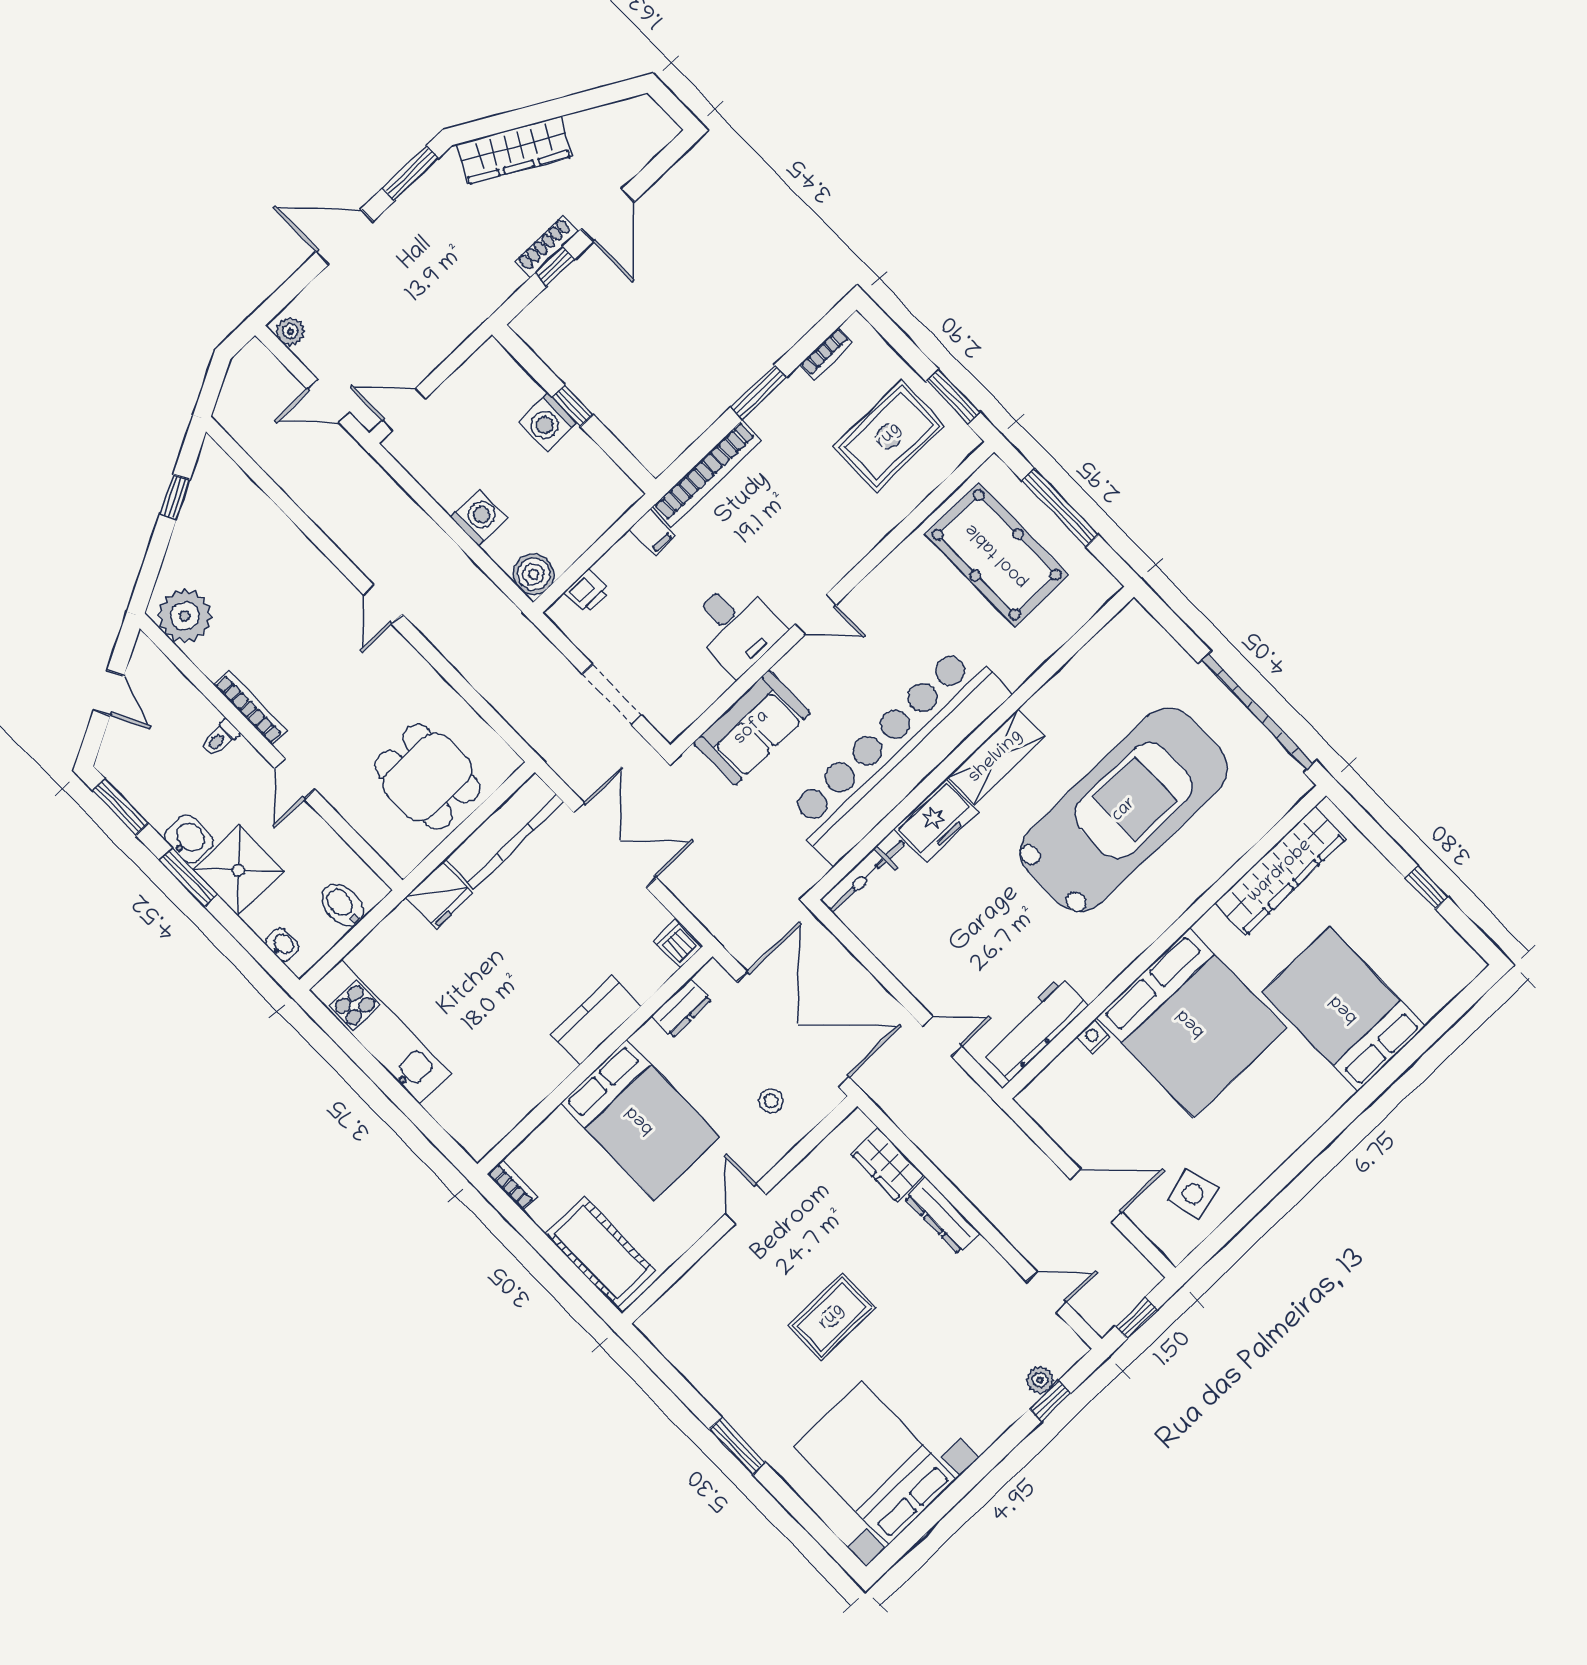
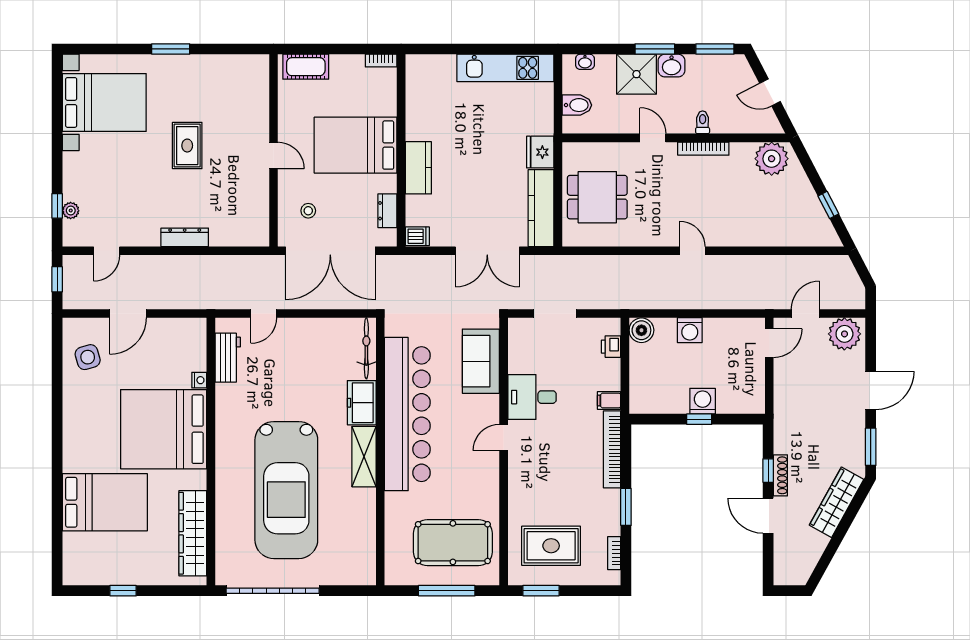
plant: (290, 331) -> (844, 334), width x1.87, depth x1.87
rug: (889, 436) -> (551, 546), turned 90
workbench: (1035, 1029) -> (228, 358), width x0.73
wardrobe: (887, 1165) -> (230, 235), removed
cot: (600, 1252) -> (306, 67), width x0.73, depth x0.75

